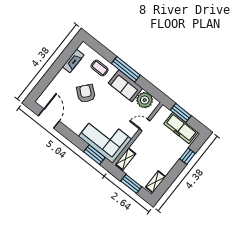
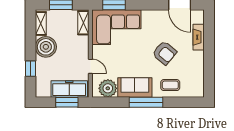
fireplace: (73, 61) -> (199, 37), moved
door: (145, 125) -> (90, 66), hinge flipped
freezer: (181, 128) -> (69, 89), moved
boiler: (165, 163) -> (46, 47), added

